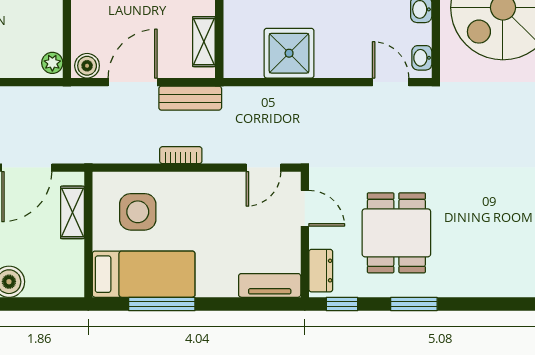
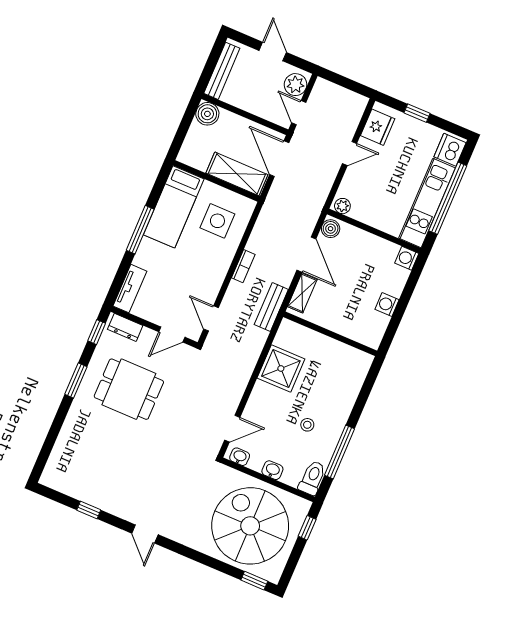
shelving: (204, 42) -> (302, 293), moved, turned 90
bench: (190, 98) -> (271, 307), moved
shelving: (72, 212) -> (237, 174), width x1.50, depth x1.33
window: (162, 304) -> (140, 230), moved

